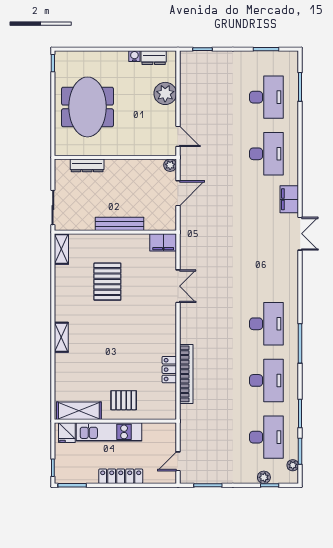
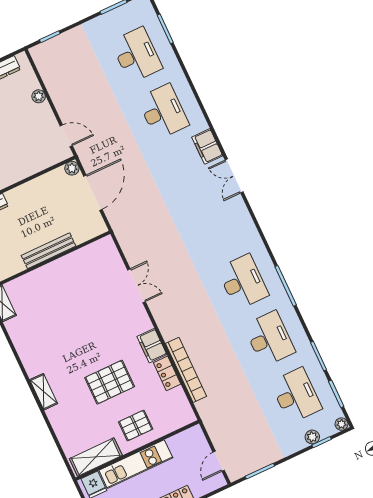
plant: (165, 93) -> (39, 96), width x0.53, depth x0.53
door: (178, 193) -> (93, 193), width x1.36
double door: (300, 234) -> (234, 176), swing flipped
filing cabinet: (163, 242) -> (152, 346), moved, turned 90
pallet: (107, 282) -> (110, 382), moved, turned 90
plant: (293, 465) -> (342, 424), moved

